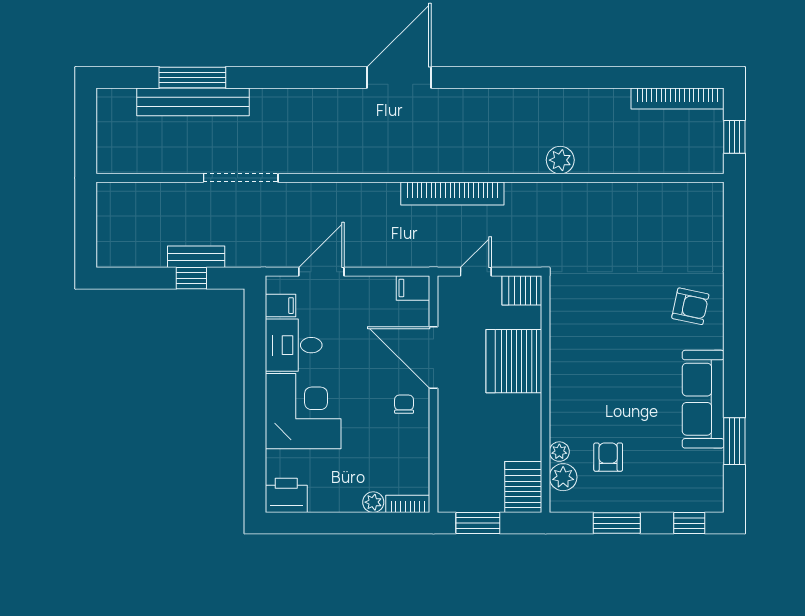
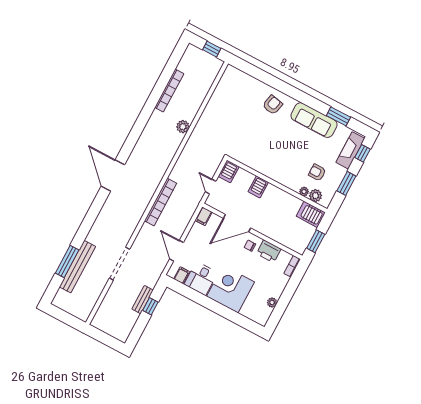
bookcase: (677, 99) -> (169, 91), moved
bookcase: (452, 193) -> (161, 202), moved
server rack: (514, 361) -> (258, 187), width x0.46, depth x0.70
printer: (286, 495) -> (269, 251), moved, turned -90
fireplace: (683, 497) -> (350, 150), added
plant: (373, 502) -> (272, 302), moved

